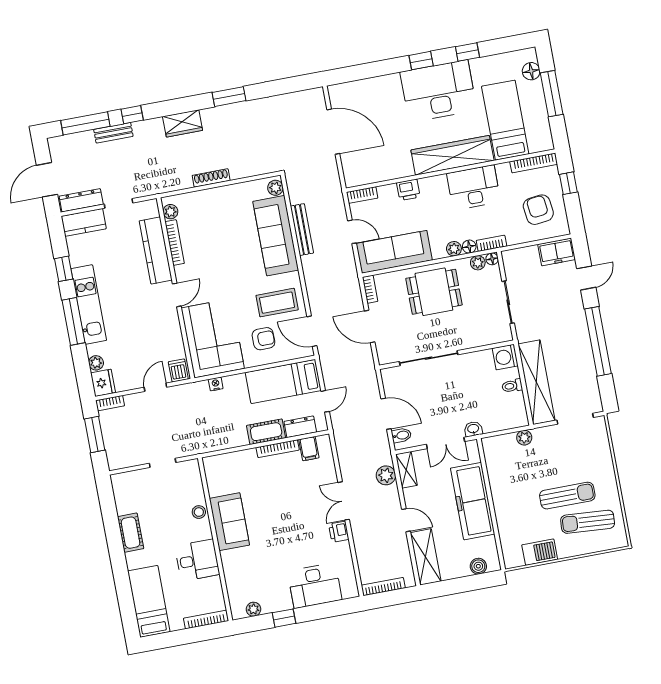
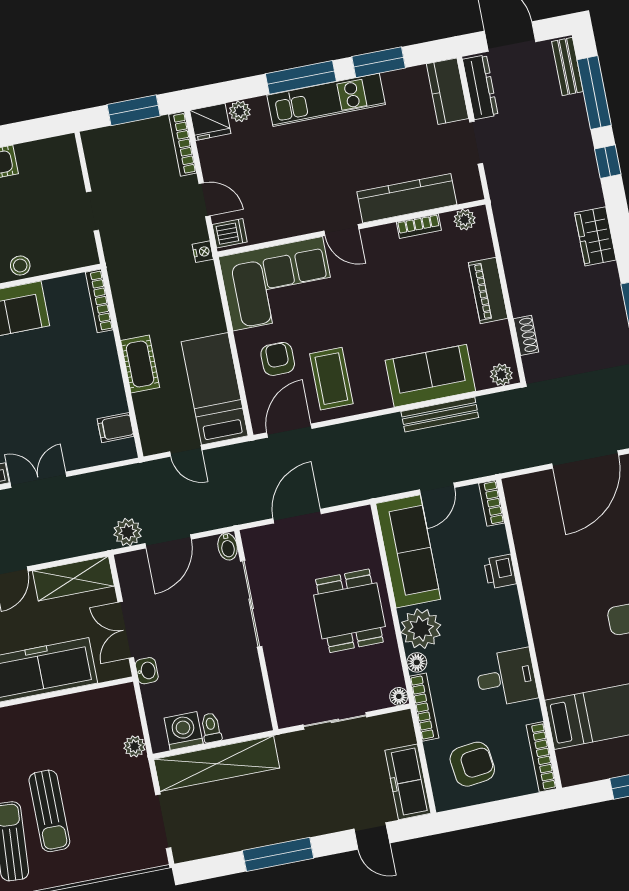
bench: (113, 133) -> (567, 67), moved
wardrobe: (452, 155) -> (552, 636), removed
shoe rack: (211, 178) -> (526, 335), moved, width x0.70
window: (568, 183) -> (512, 808), removed
desk: (474, 187) -> (506, 678), width x0.73
piano: (218, 196) -> (488, 290), added
sofa: (276, 236) -> (430, 376), width x0.73
bookcase: (175, 243) -> (419, 226), width x0.64
bookcase: (491, 243) -> (424, 707), width x1.56
plant: (454, 249) -> (421, 629), width x1.88, depth x1.88
freezer: (557, 252) -> (408, 782), width x1.40
plant: (478, 263) -> (393, 675), removed
window: (64, 269) -> (379, 62), width x1.50
bookcase: (370, 289) -> (352, 516), removed
armchair: (263, 339) -> (278, 359), turned 180
window: (598, 341) -> (278, 854), width x0.68
washing machine: (505, 357) -> (184, 731), moved
nightstand: (216, 384) -> (203, 252), moved
bookcase: (110, 403) -> (183, 144), width x1.56
dresser: (300, 427) -> (148, 415), removed
bidet: (401, 435) -> (228, 547), moved
bookcase: (278, 449) -> (99, 301), moved
shelving: (406, 470) -> (73, 578), width x1.50, depth x1.33
plant: (386, 475) -> (128, 532), moved

